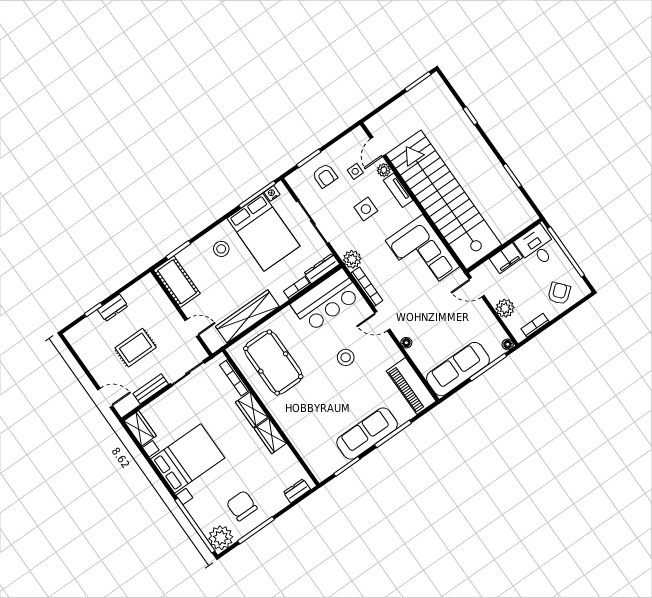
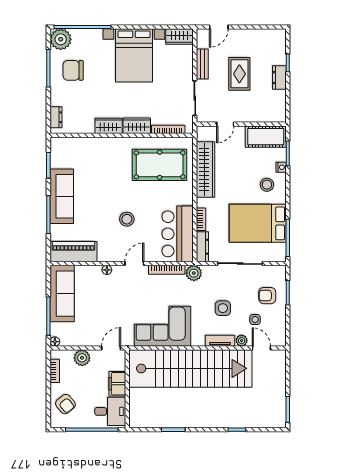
nightstand: (272, 193) -> (281, 167), moved
chair: (242, 506) -> (73, 70), turned 180

